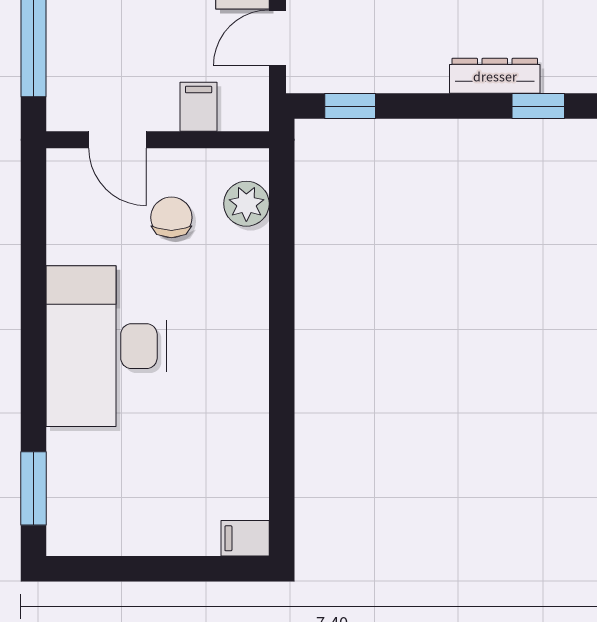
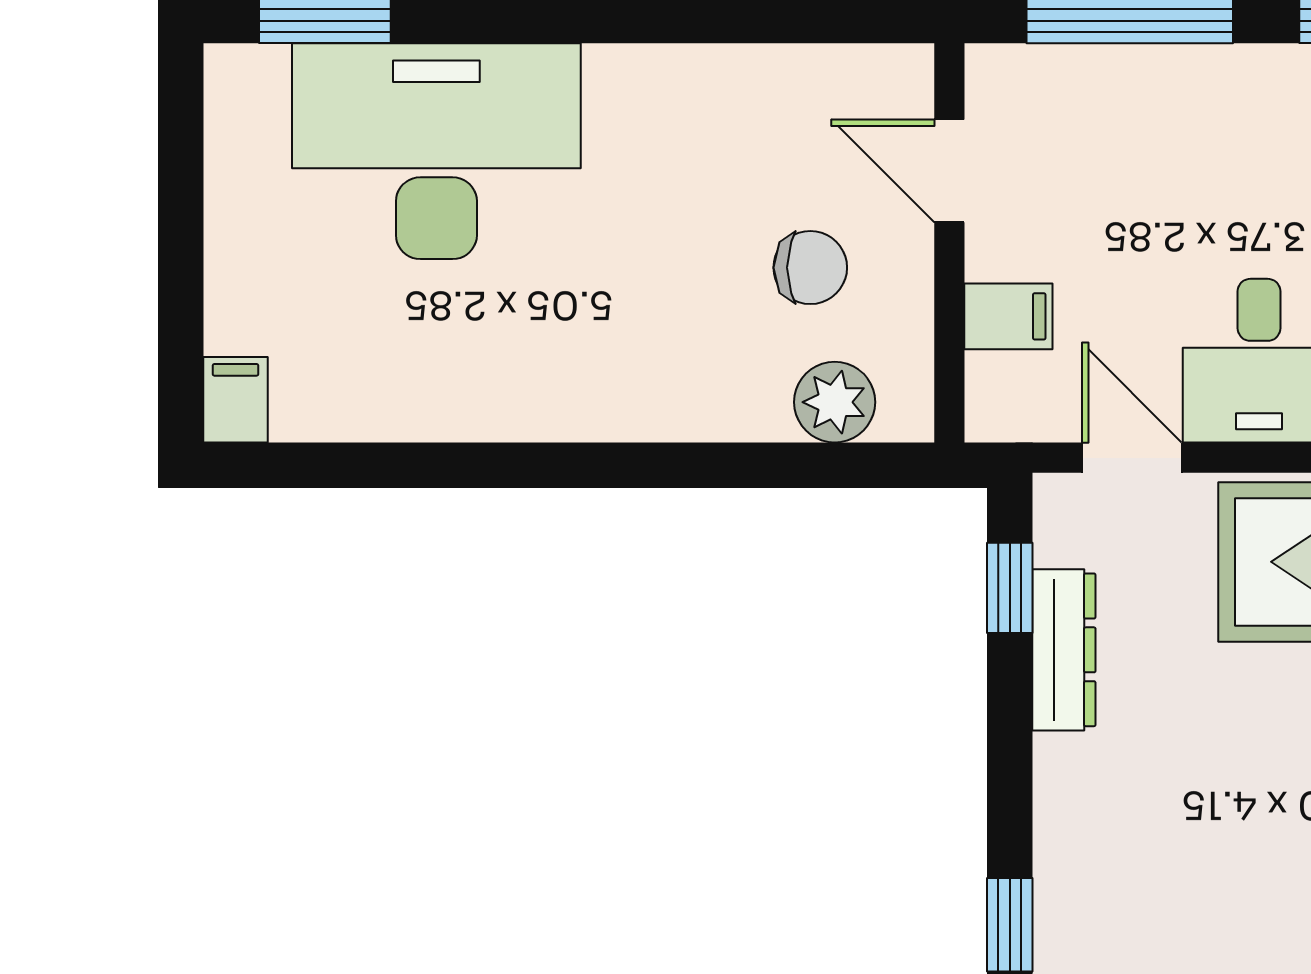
dresser: (495, 76) -> (1064, 650), moved
door: (117, 140) -> (949, 171), hinge flipped
desk: (106, 346) -> (436, 151), moved

